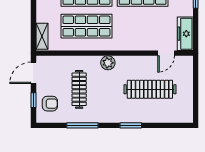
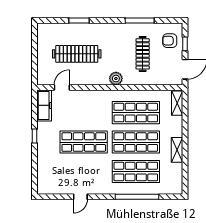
window: (131, 125) -> (79, 20), moved

